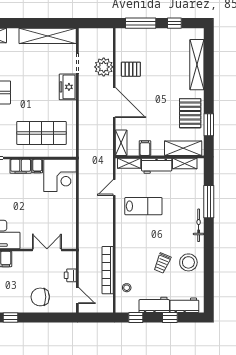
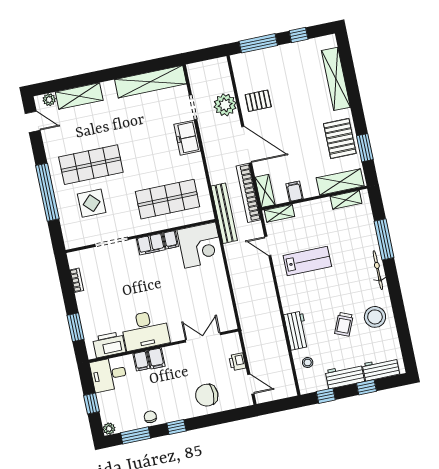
bench: (85, 154) -> (224, 213), added
workbench: (157, 166) -> (297, 331), moved, turned -90
door: (114, 187) -> (268, 246), hinge flipped
bookcase: (108, 270) -> (248, 193), moved

